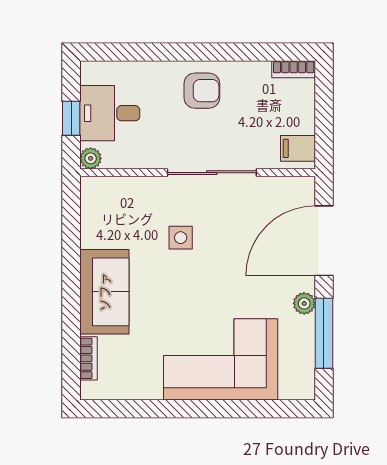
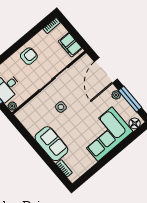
filing cabinet: (298, 148) -> (70, 45), width x2.00
floor lamp: (293, 387) -> (135, 123), added

